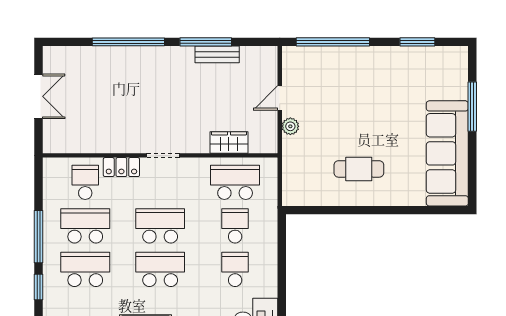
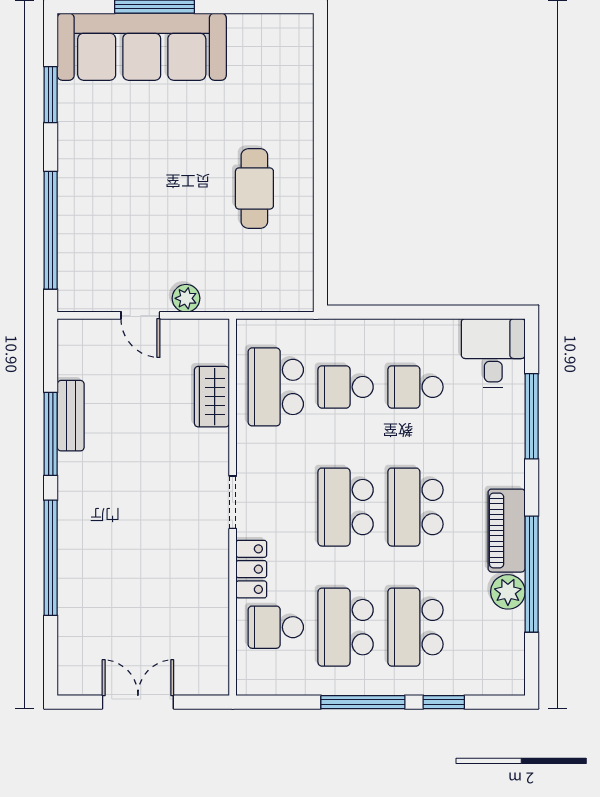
sofa: (447, 153) -> (142, 47), moved

